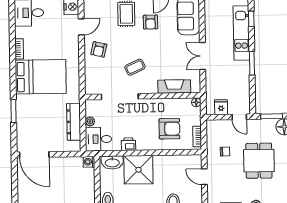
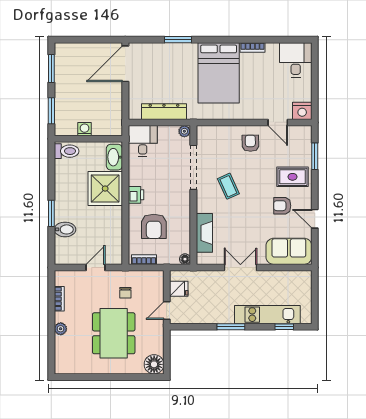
armchair: (99, 49) -> (250, 143), turned 76
window: (272, 116) -> (167, 349), removed
plant: (90, 121) -> (184, 131), moved
printer: (128, 144) -> (136, 195), moved
dining table: (259, 161) -> (114, 333), width x1.38
washing machine: (89, 162) -> (85, 129), moved

